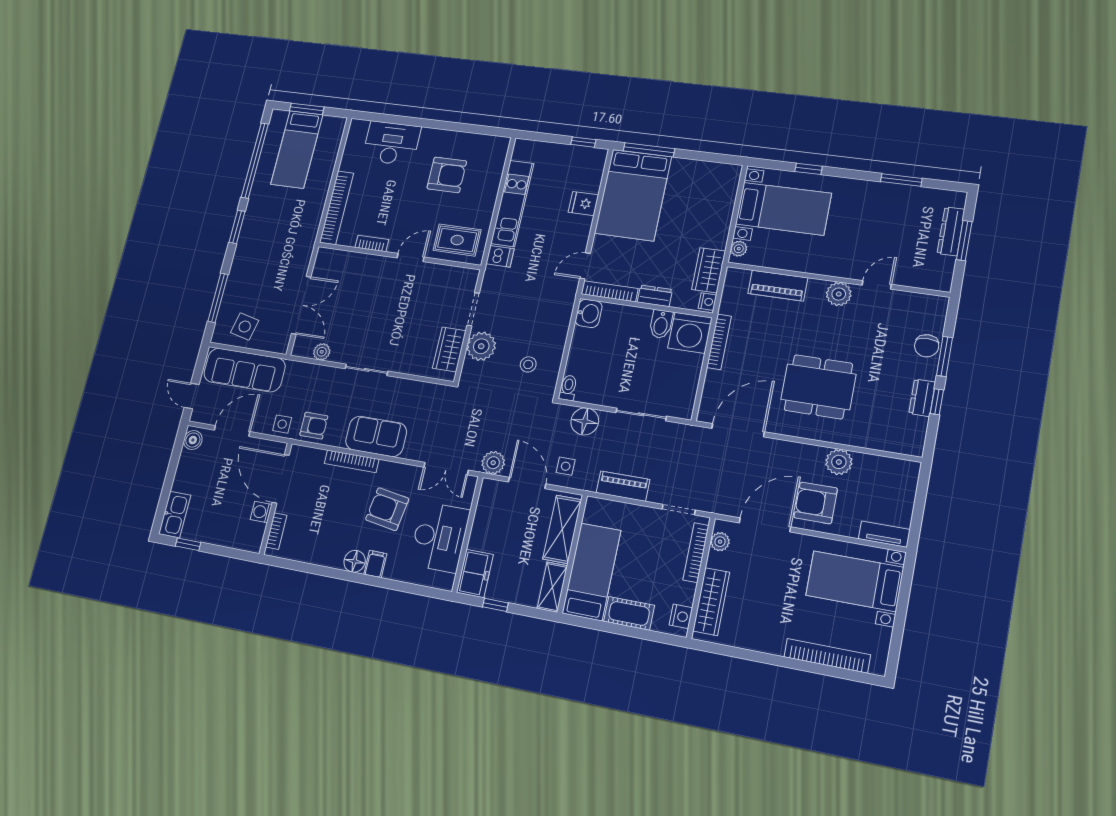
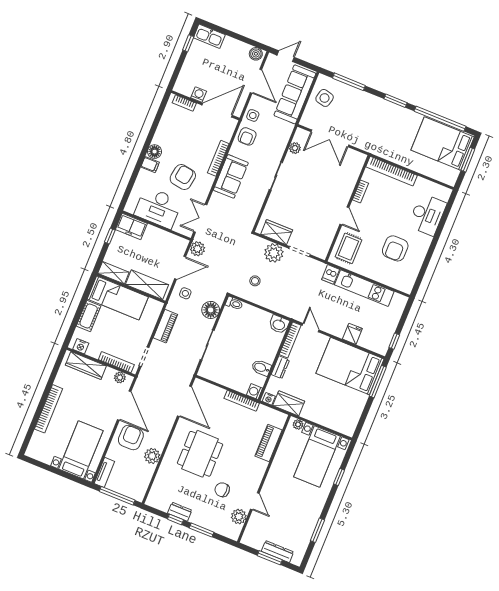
bed: (297, 149) -> (443, 144), width x1.50
plant: (839, 294) -> (239, 517), moved
washing machine: (690, 333) -> (255, 392), width x0.53, depth x0.53
chair: (927, 346) -> (222, 490), moved
window: (919, 505) -> (117, 496), added
bookcase: (827, 656) -> (49, 409), moved

